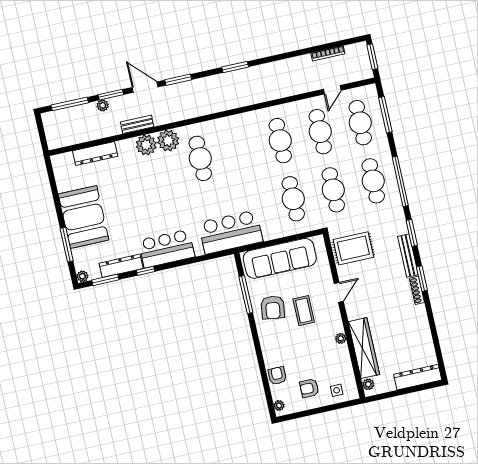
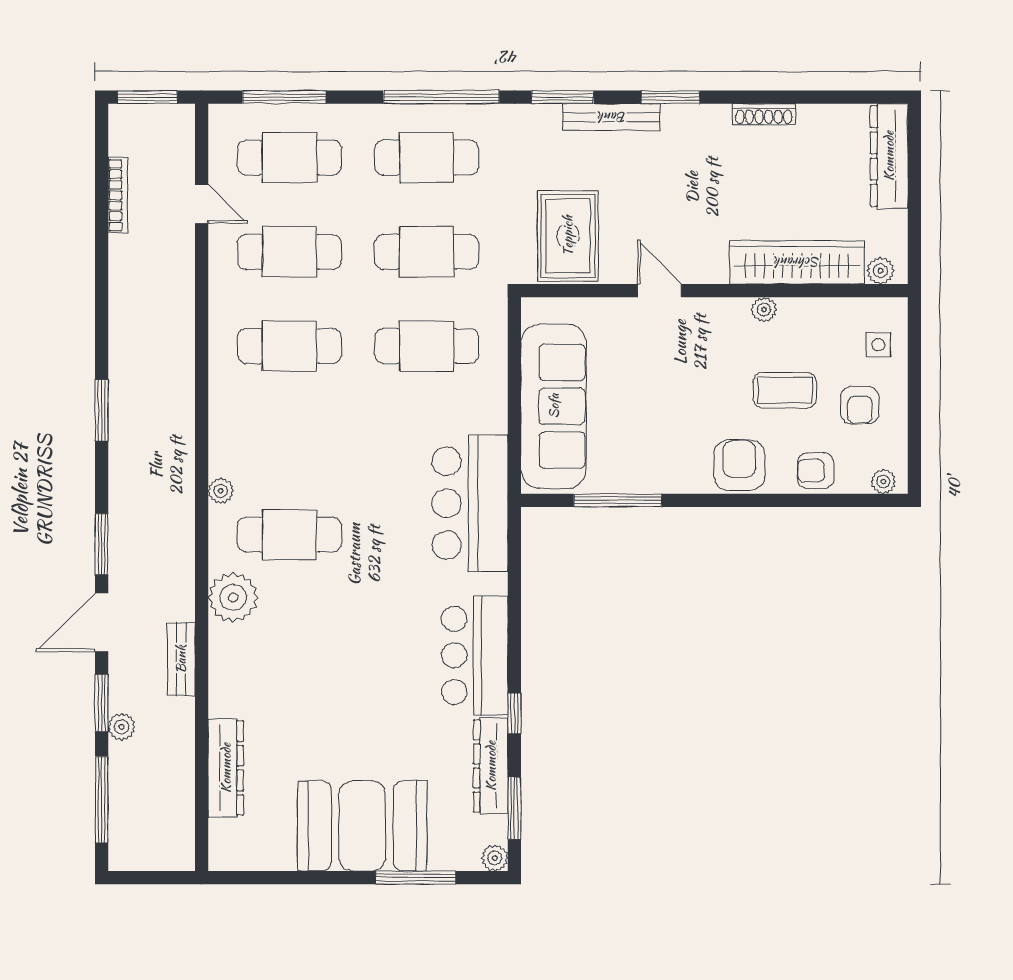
plant: (146, 145) -> (221, 491), moved, width x0.53, depth x0.53
shoe rack: (417, 290) -> (764, 114), moved
armchair: (273, 308) -> (739, 465), moved, turned -98
coffee table: (304, 311) -> (785, 390), moved

